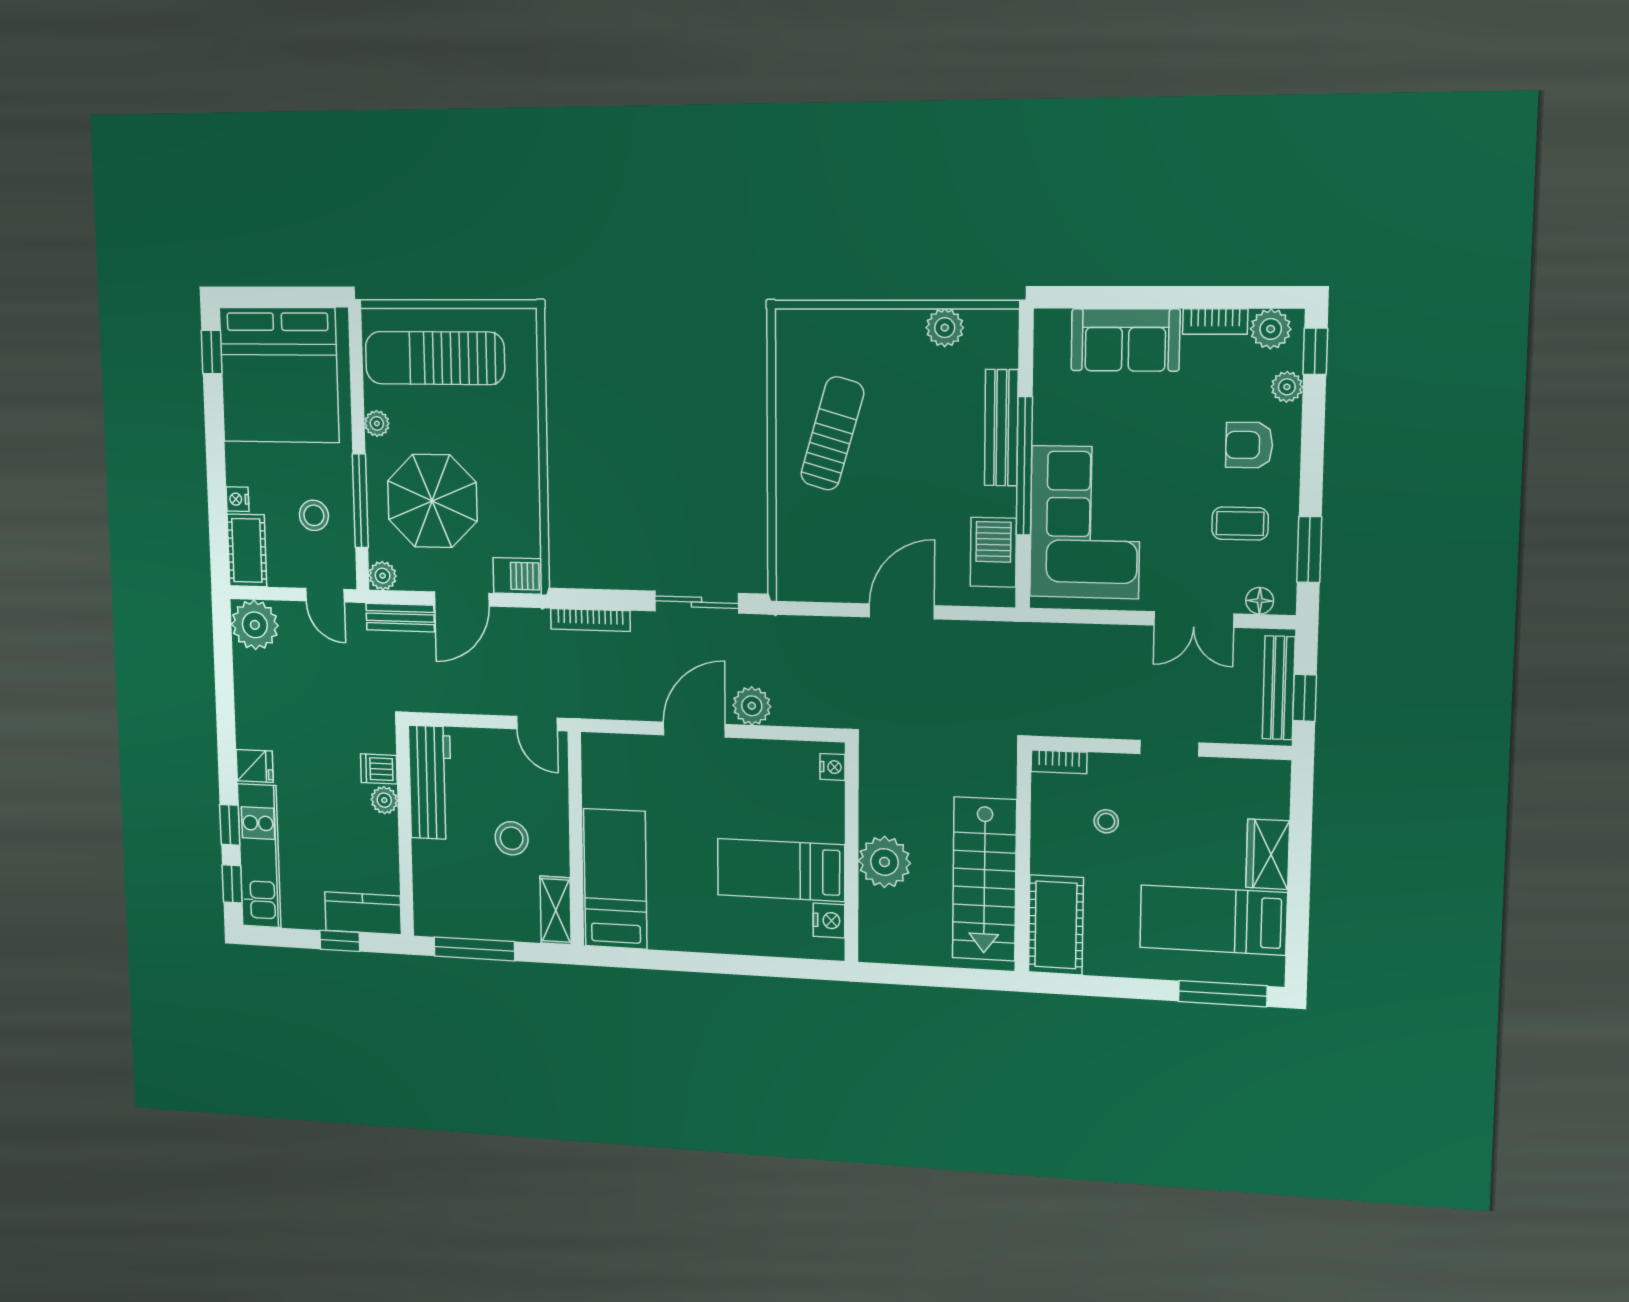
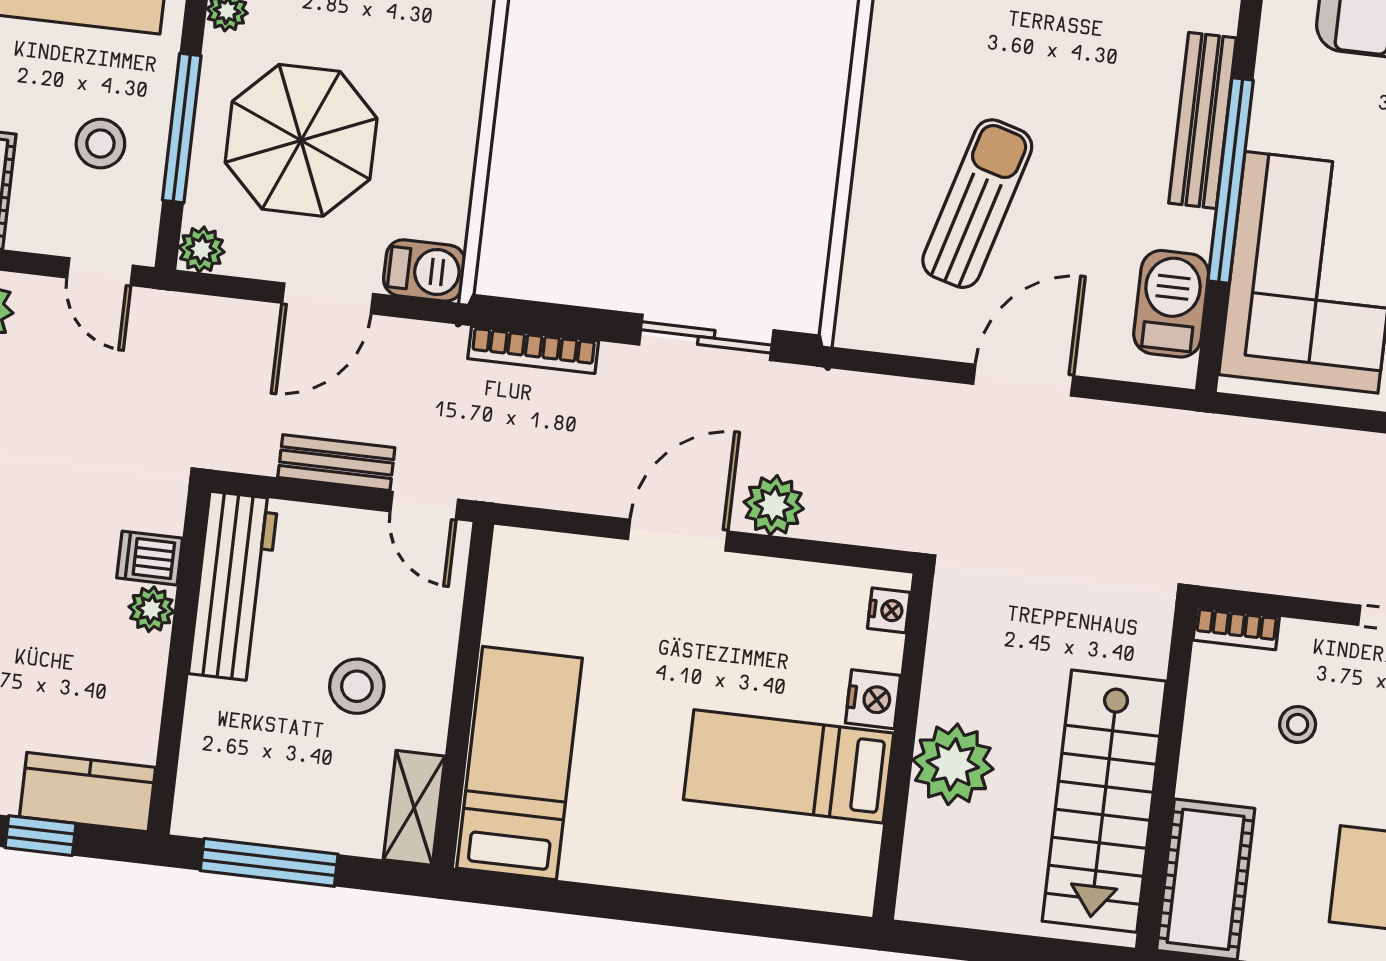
sun lounger: (832, 433) -> (977, 204), moved
bench: (400, 618) -> (336, 463), moved
nightstand: (829, 920) -> (873, 699), moved

